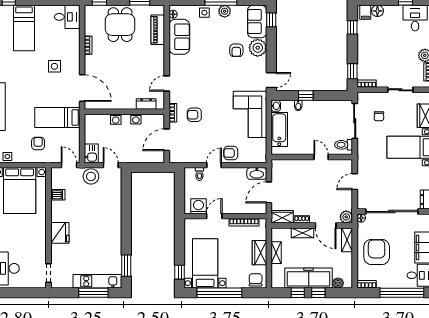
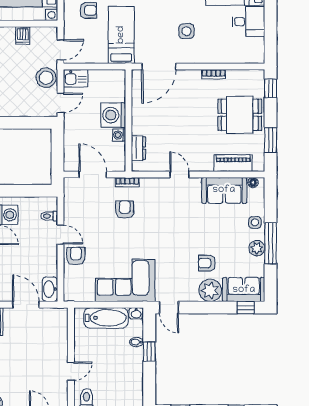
desk: (67, 17) -> (248, 22), moved, turned -90
door: (167, 84) -> (179, 174), moved
washing machine: (116, 119) -> (113, 115), width x1.89, depth x1.89

